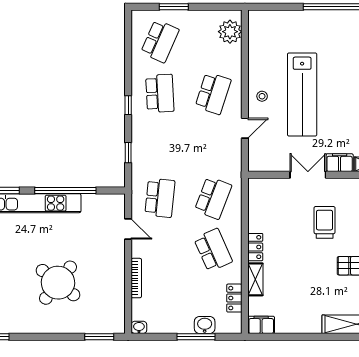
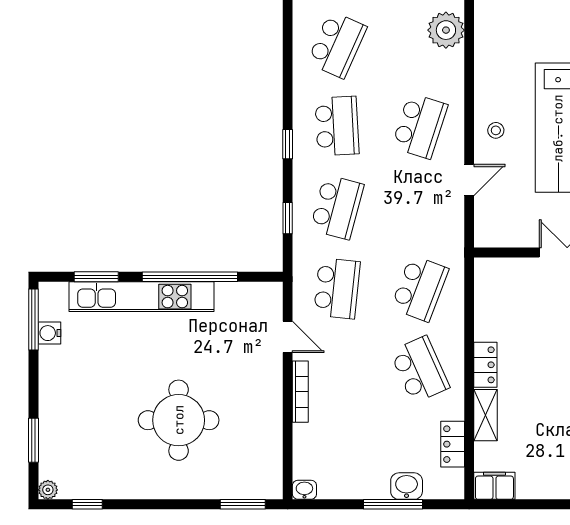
school desk: (160, 146) -> (337, 207), added
bookcase: (136, 278) -> (300, 392), moved
round table: (58, 283) -> (179, 420), turned -38

